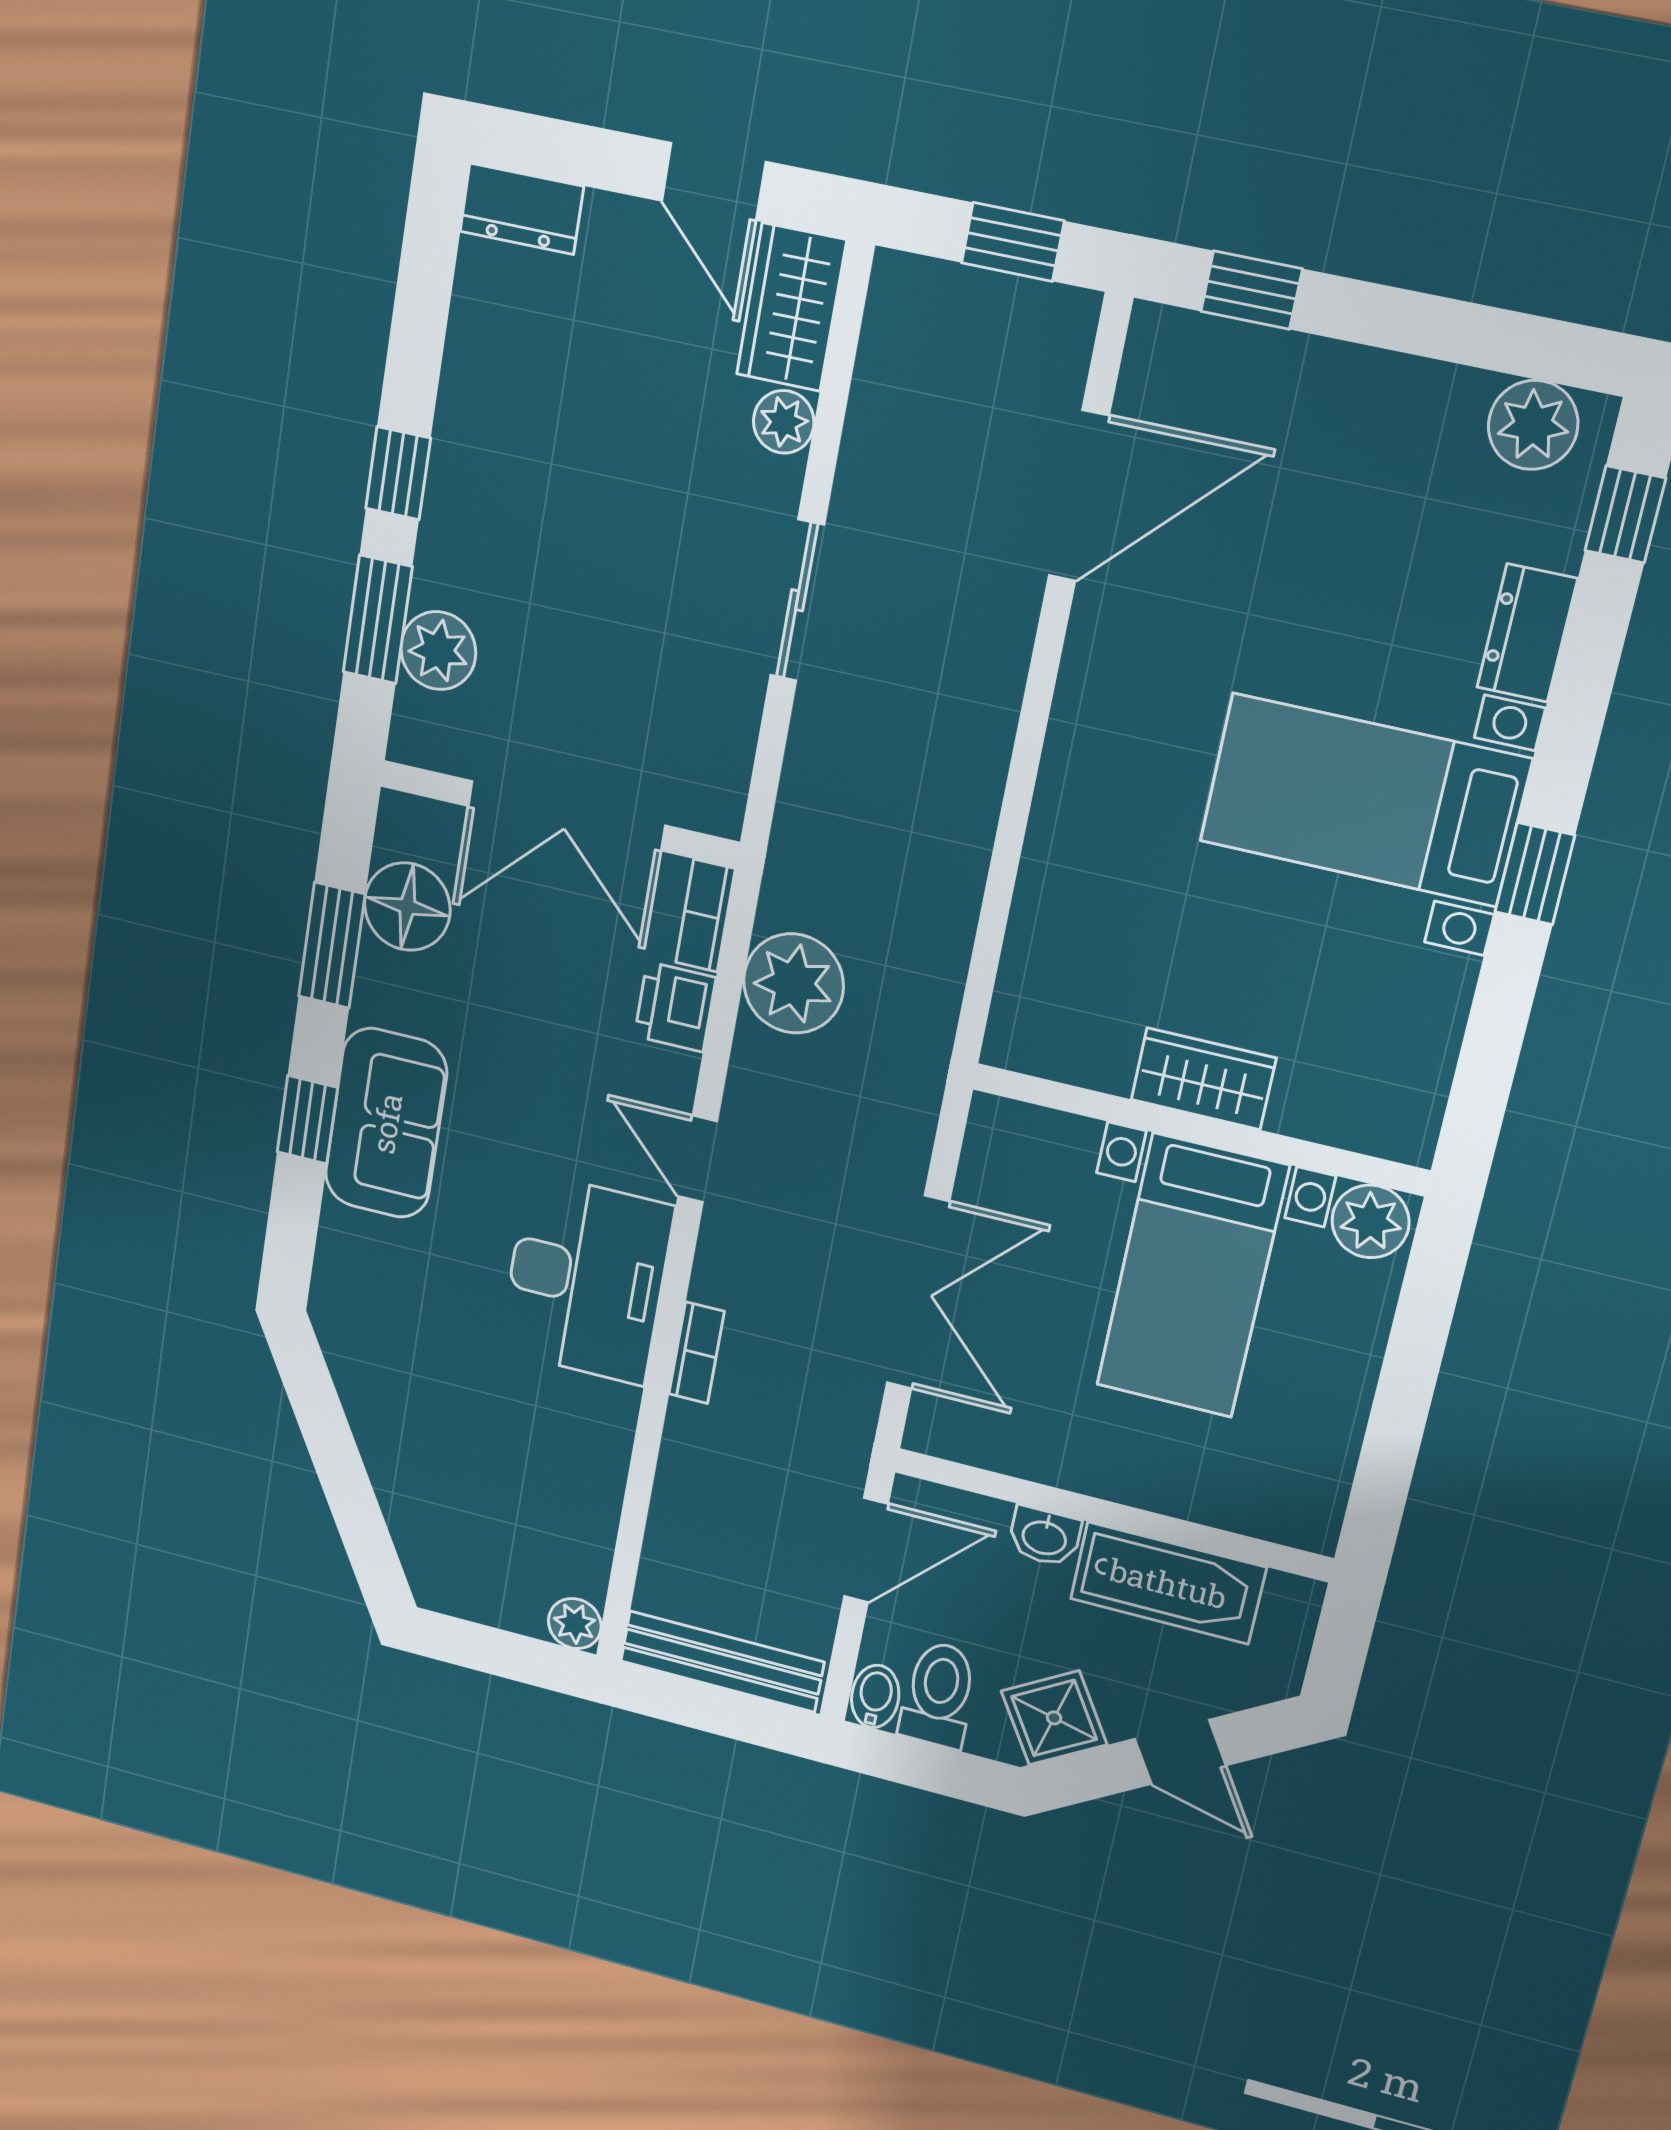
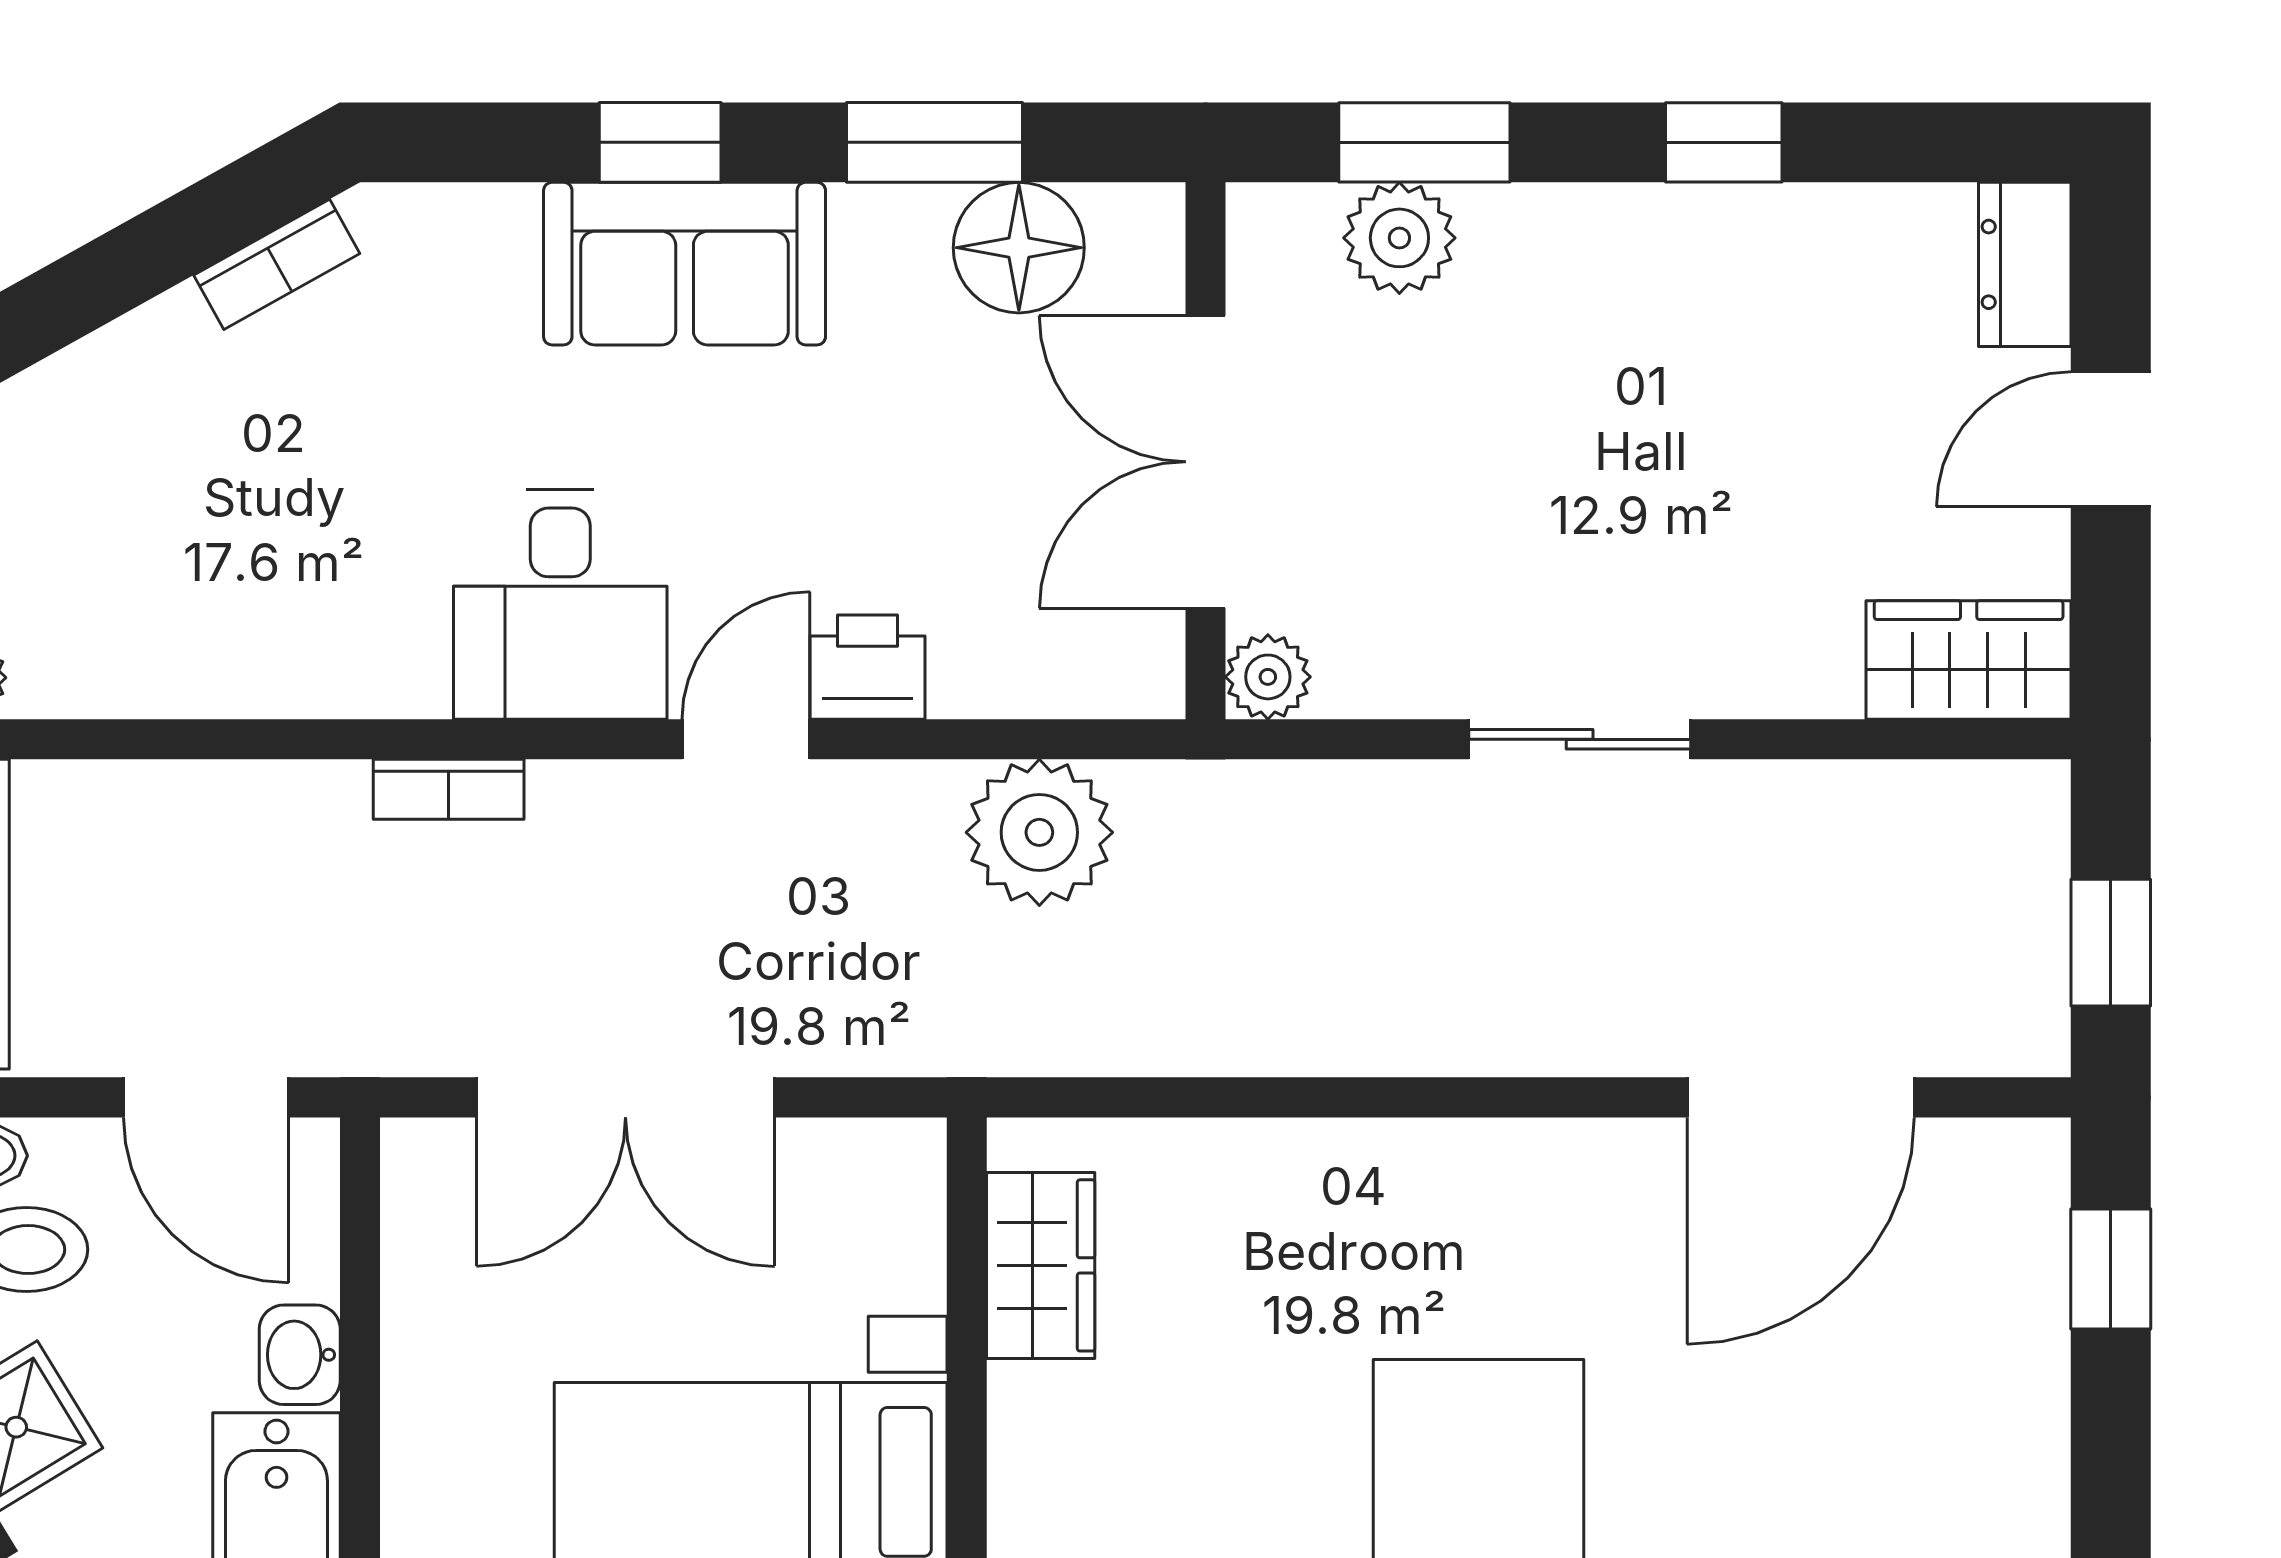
door: (714, 181) -> (2111, 439), moved
plant: (784, 422) -> (1268, 677), moved
window: (398, 473) -> (1724, 142), moved
door: (1079, 496) -> (1801, 1097), hinge flipped
bookcase: (706, 916) -> (277, 264), moved, turned 151
printer: (675, 1007) -> (867, 667), moved
wardrobe: (1204, 1079) -> (1041, 1265), moved
desk: (586, 1279) -> (560, 604), width x0.73

